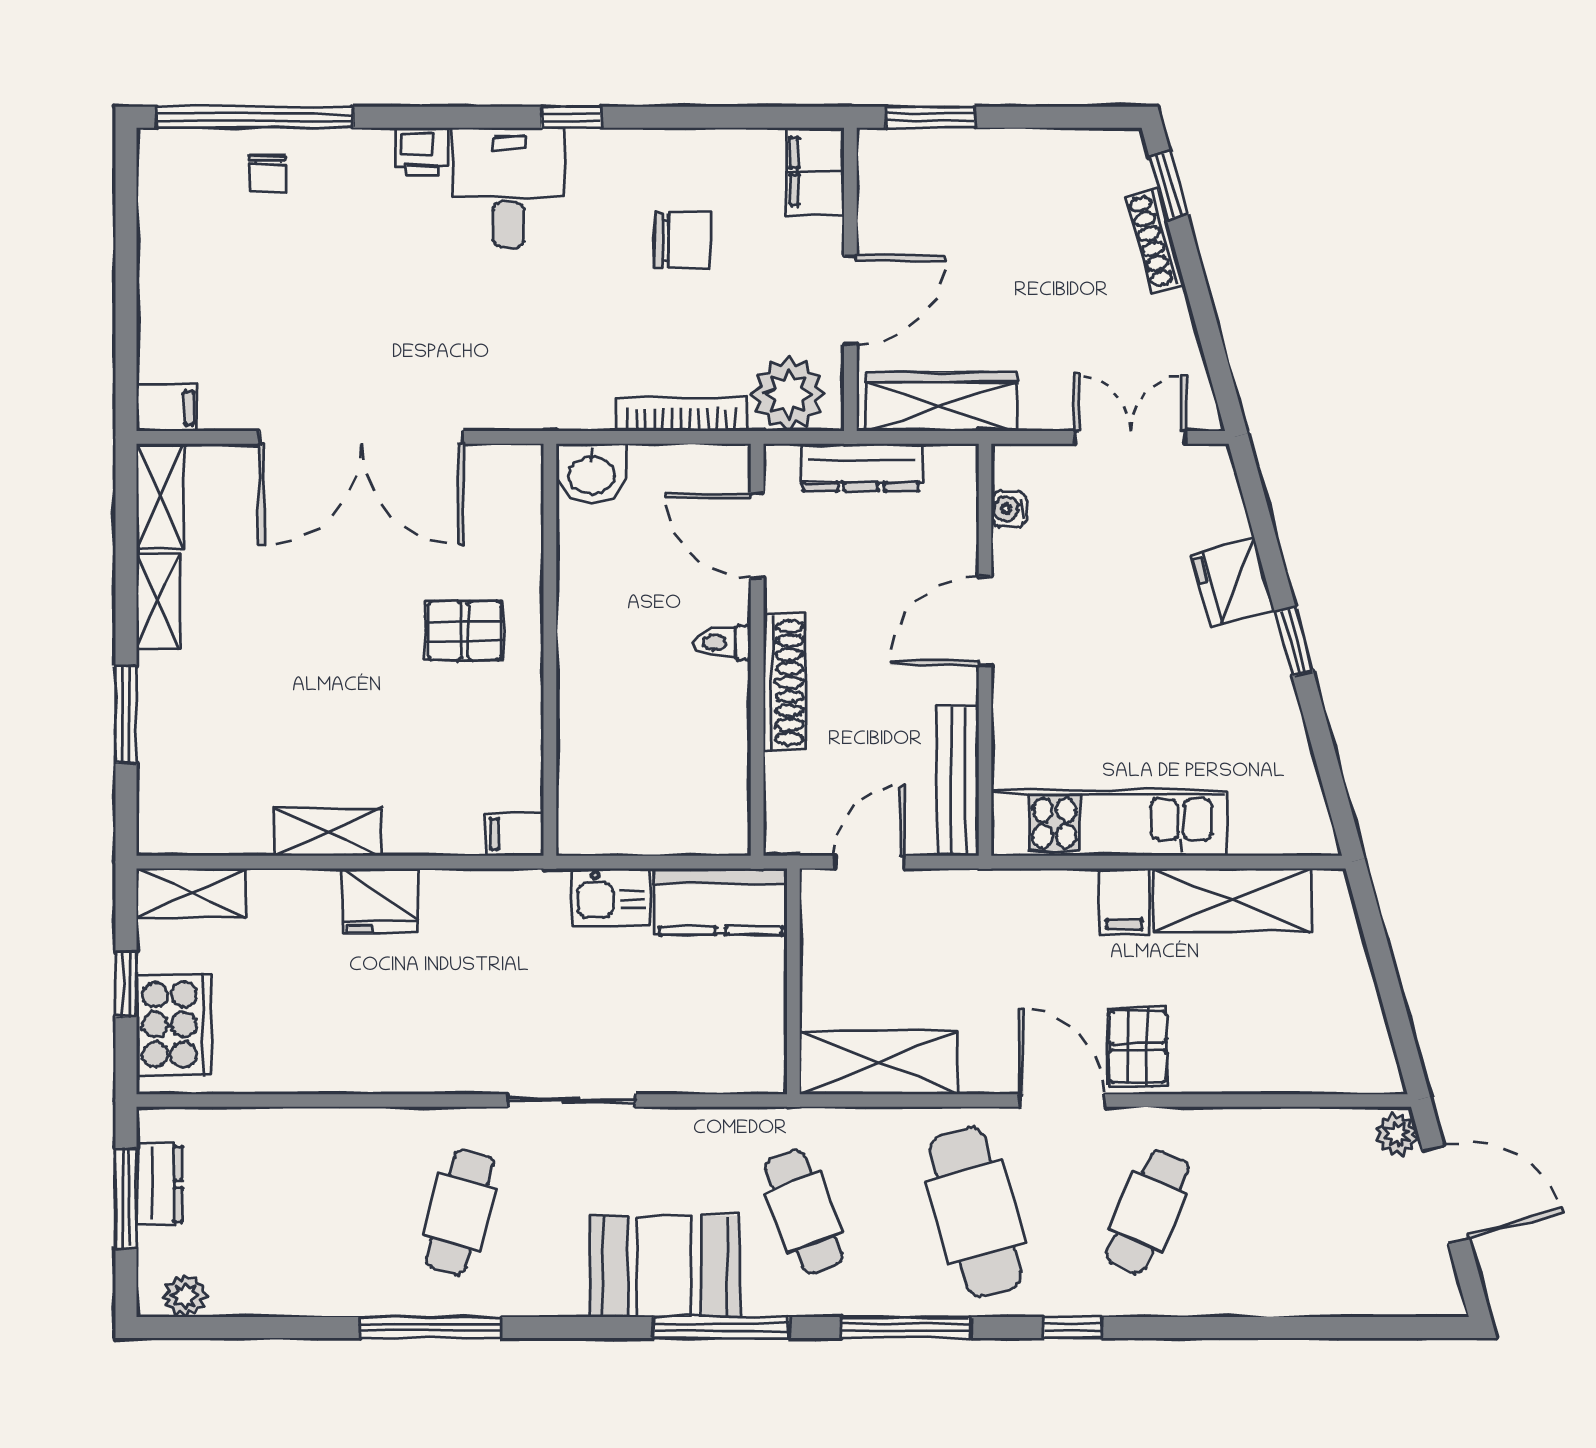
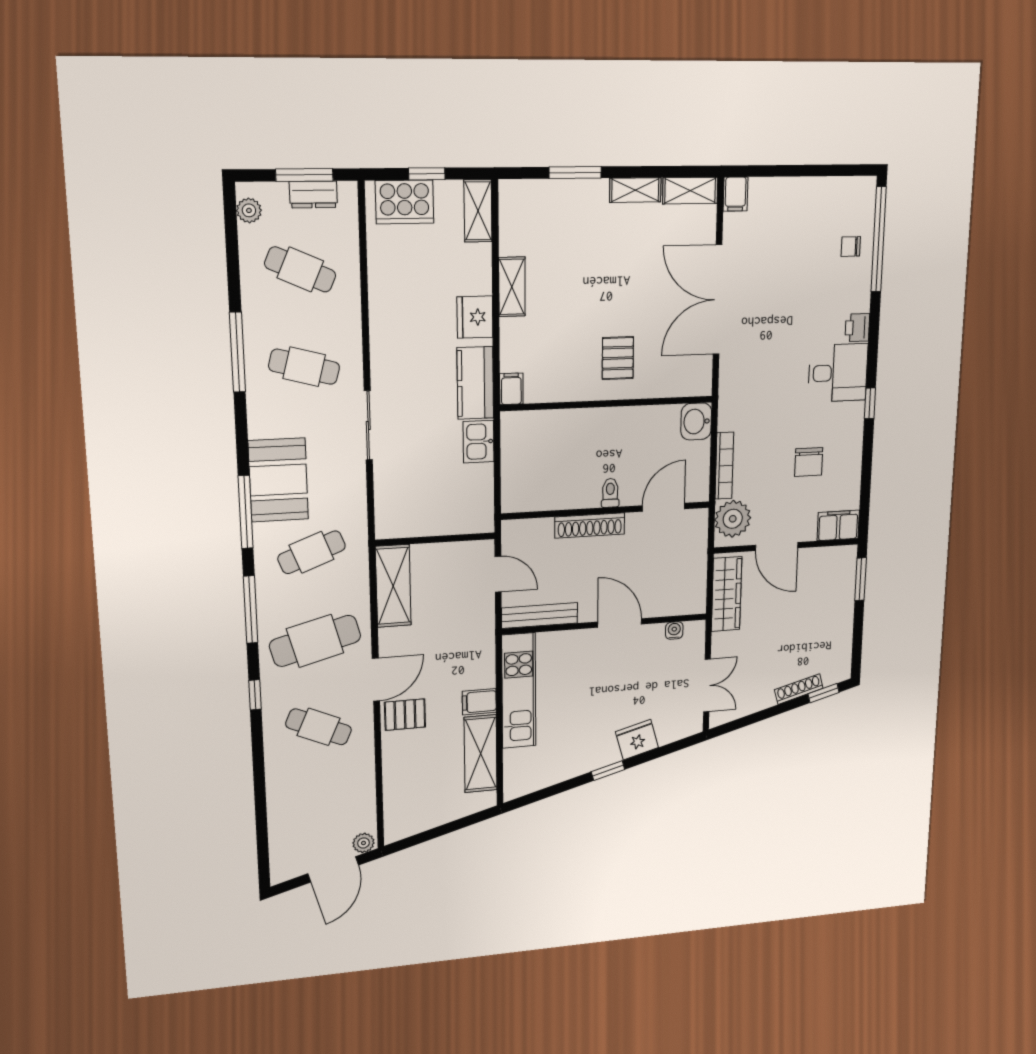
dresser: (861, 467) -> (696, 557), removed
kitchen counter: (721, 902) -> (475, 383), moved
cafe table: (288, 1212) -> (300, 269), added

